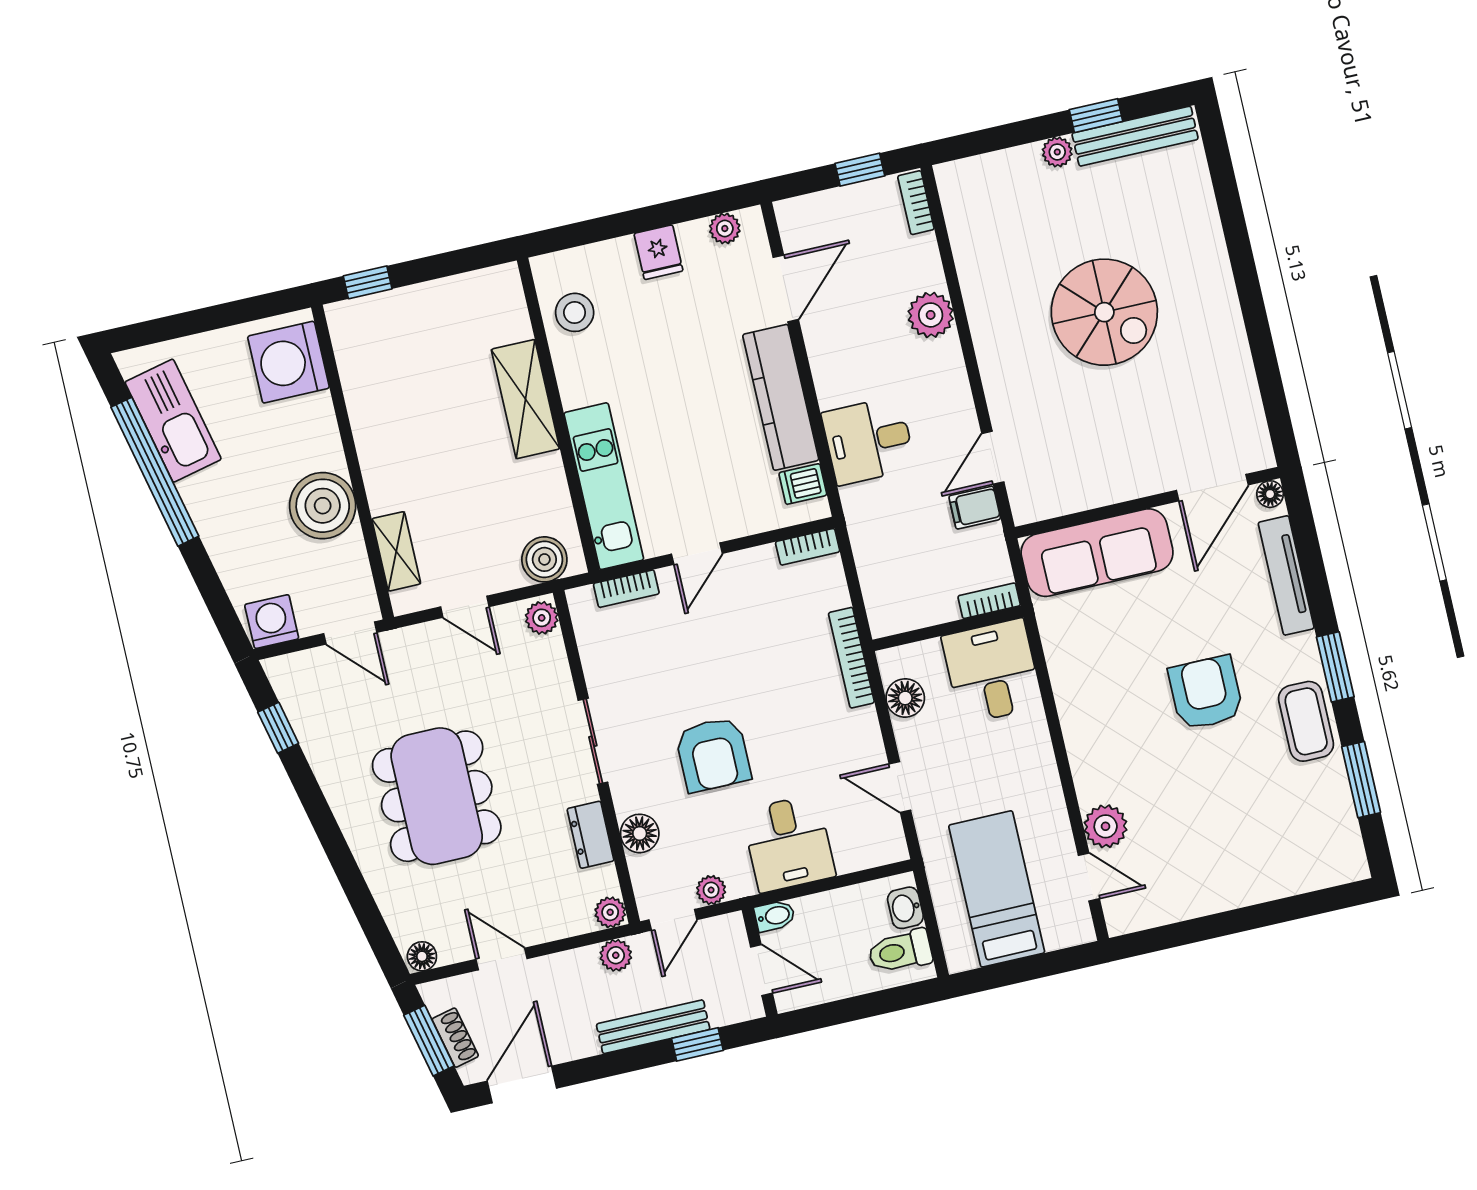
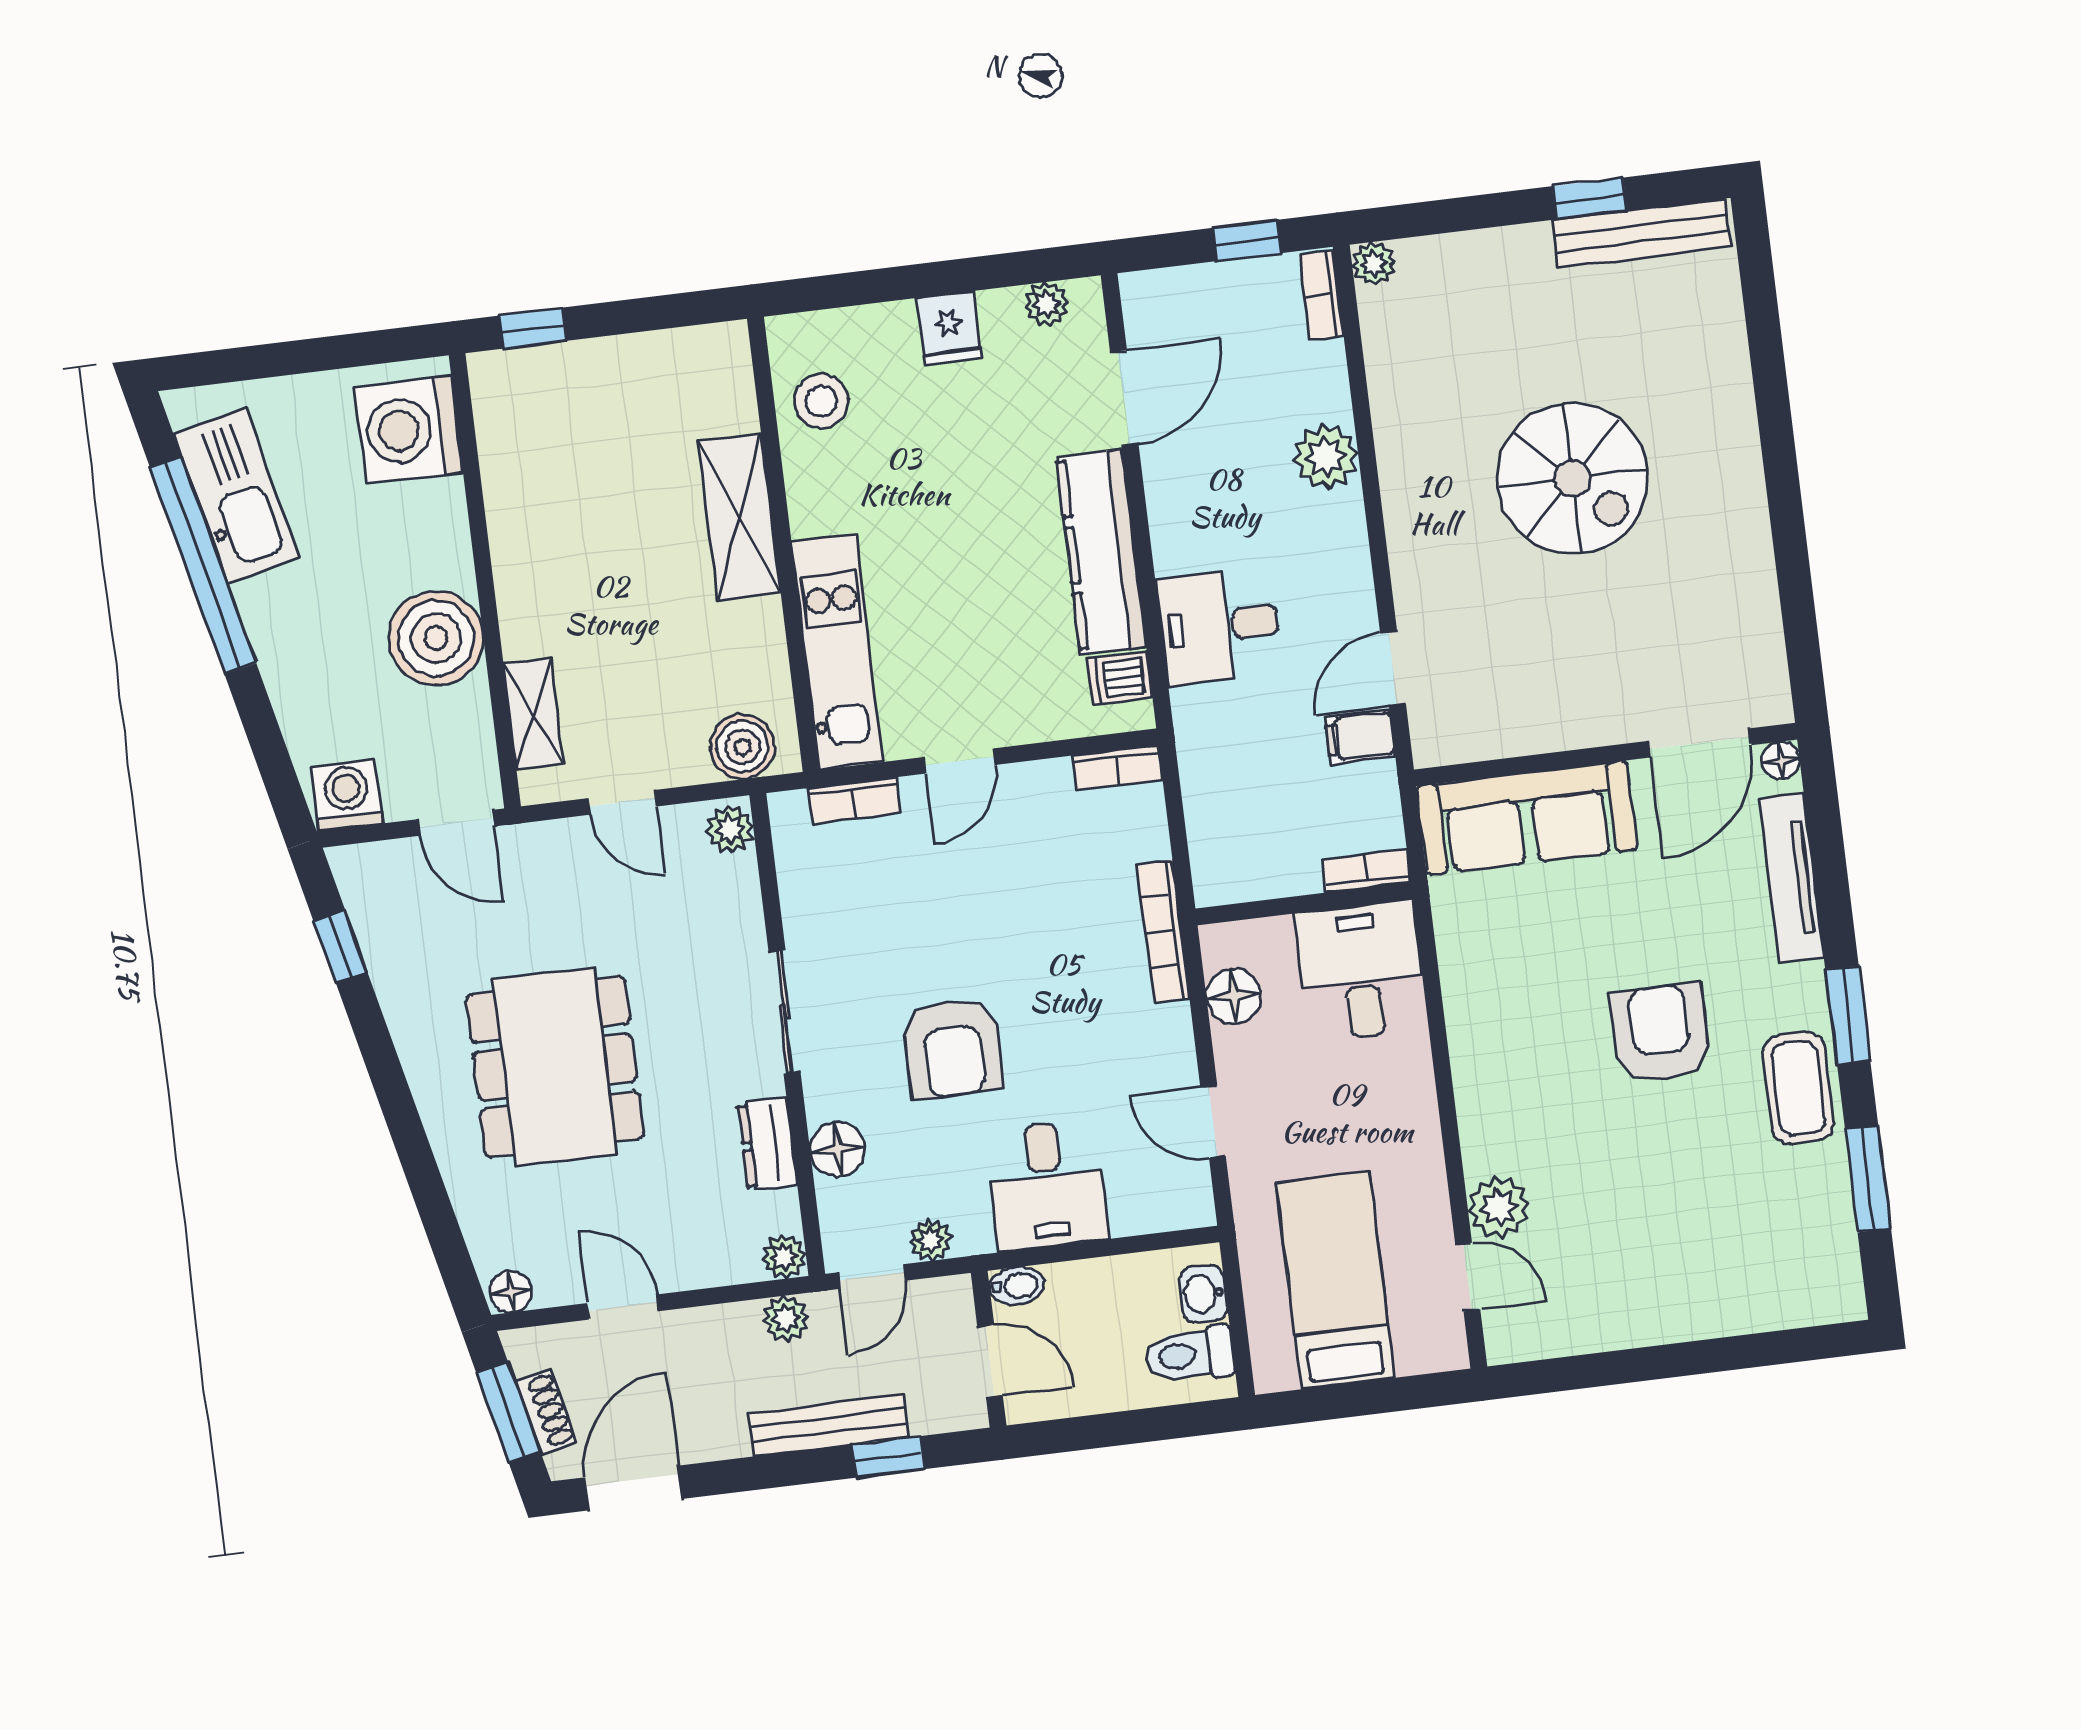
plant: (1057, 152) -> (1373, 263), moved

